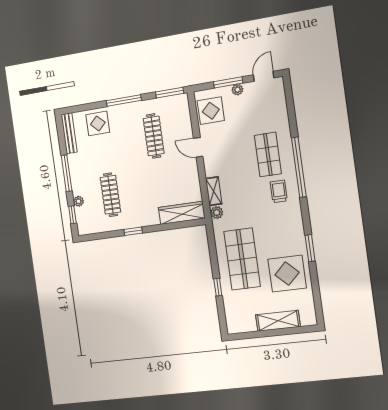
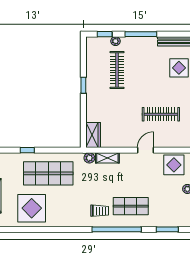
clothes rail: (110, 195) -> (117, 70), turned 90
wardrobe: (182, 213) -> (93, 135), width x0.67
window: (310, 248) -> (167, 229), moved

